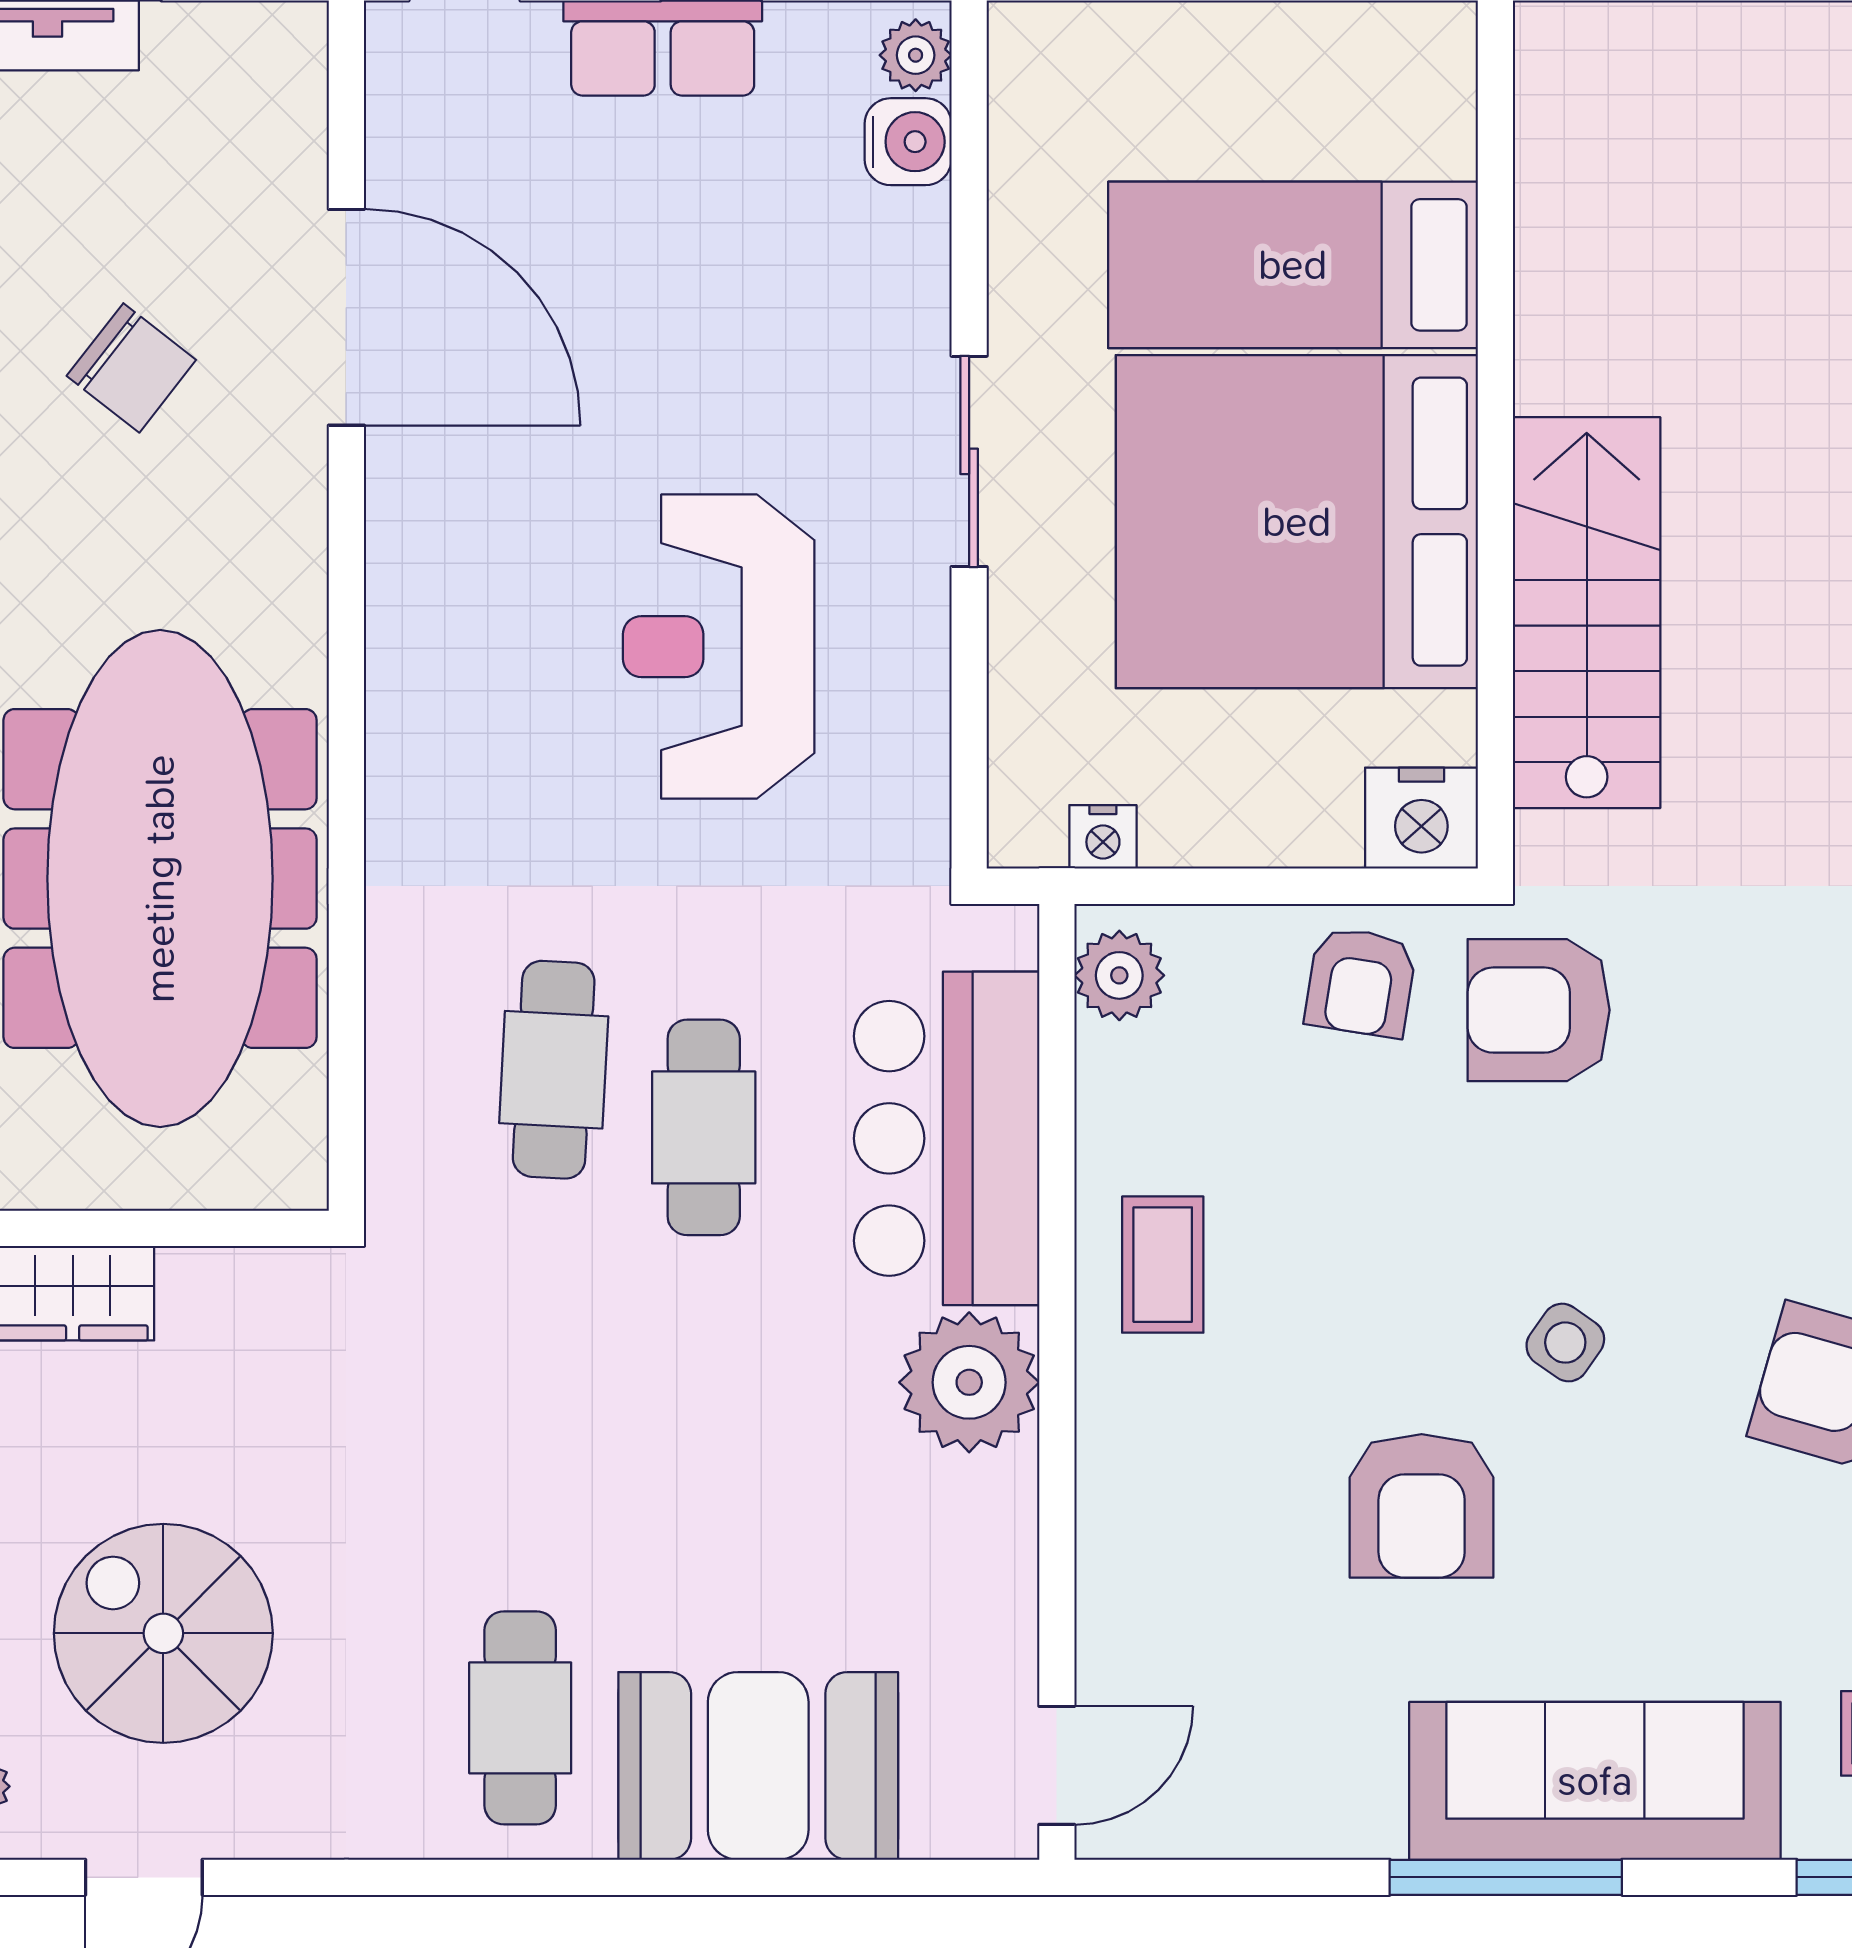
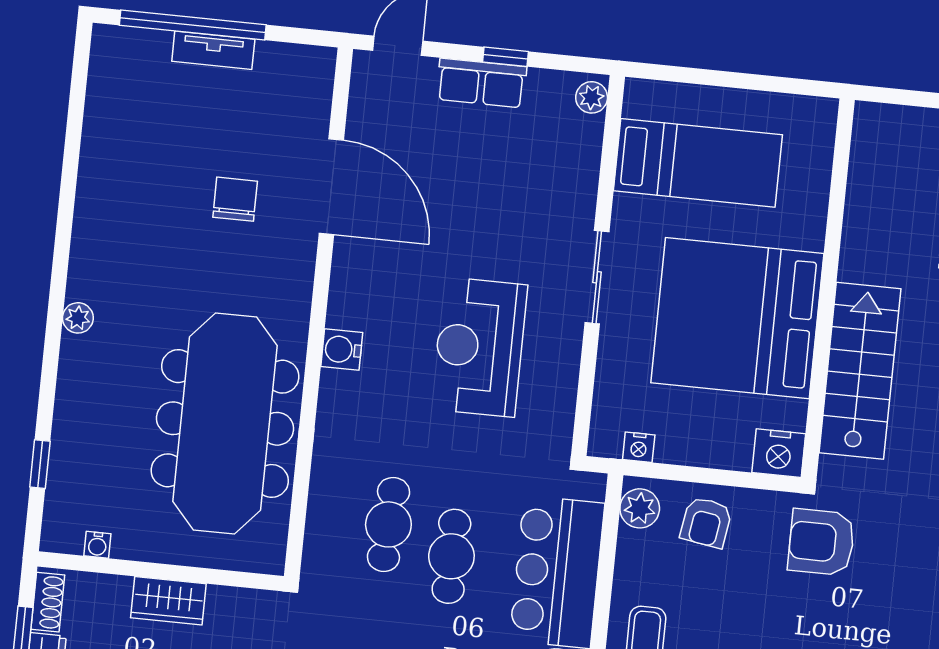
water cooler: (908, 142) -> (342, 349), moved, turned 180
bed: (1293, 265) -> (698, 163), moved, turned 180
chair: (131, 368) -> (235, 199), turned -128
armchair: (1361, 982) -> (706, 522), moved

